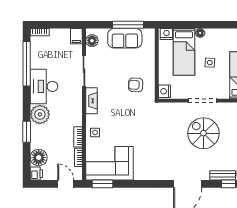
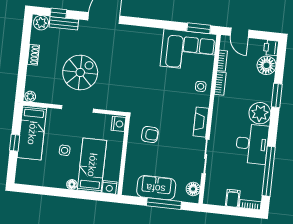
window: (128, 25) -> (164, 204), moved
filing cabinet: (76, 36) -> (233, 198), moved
spiral stairs: (203, 133) -> (80, 72), turned -90

